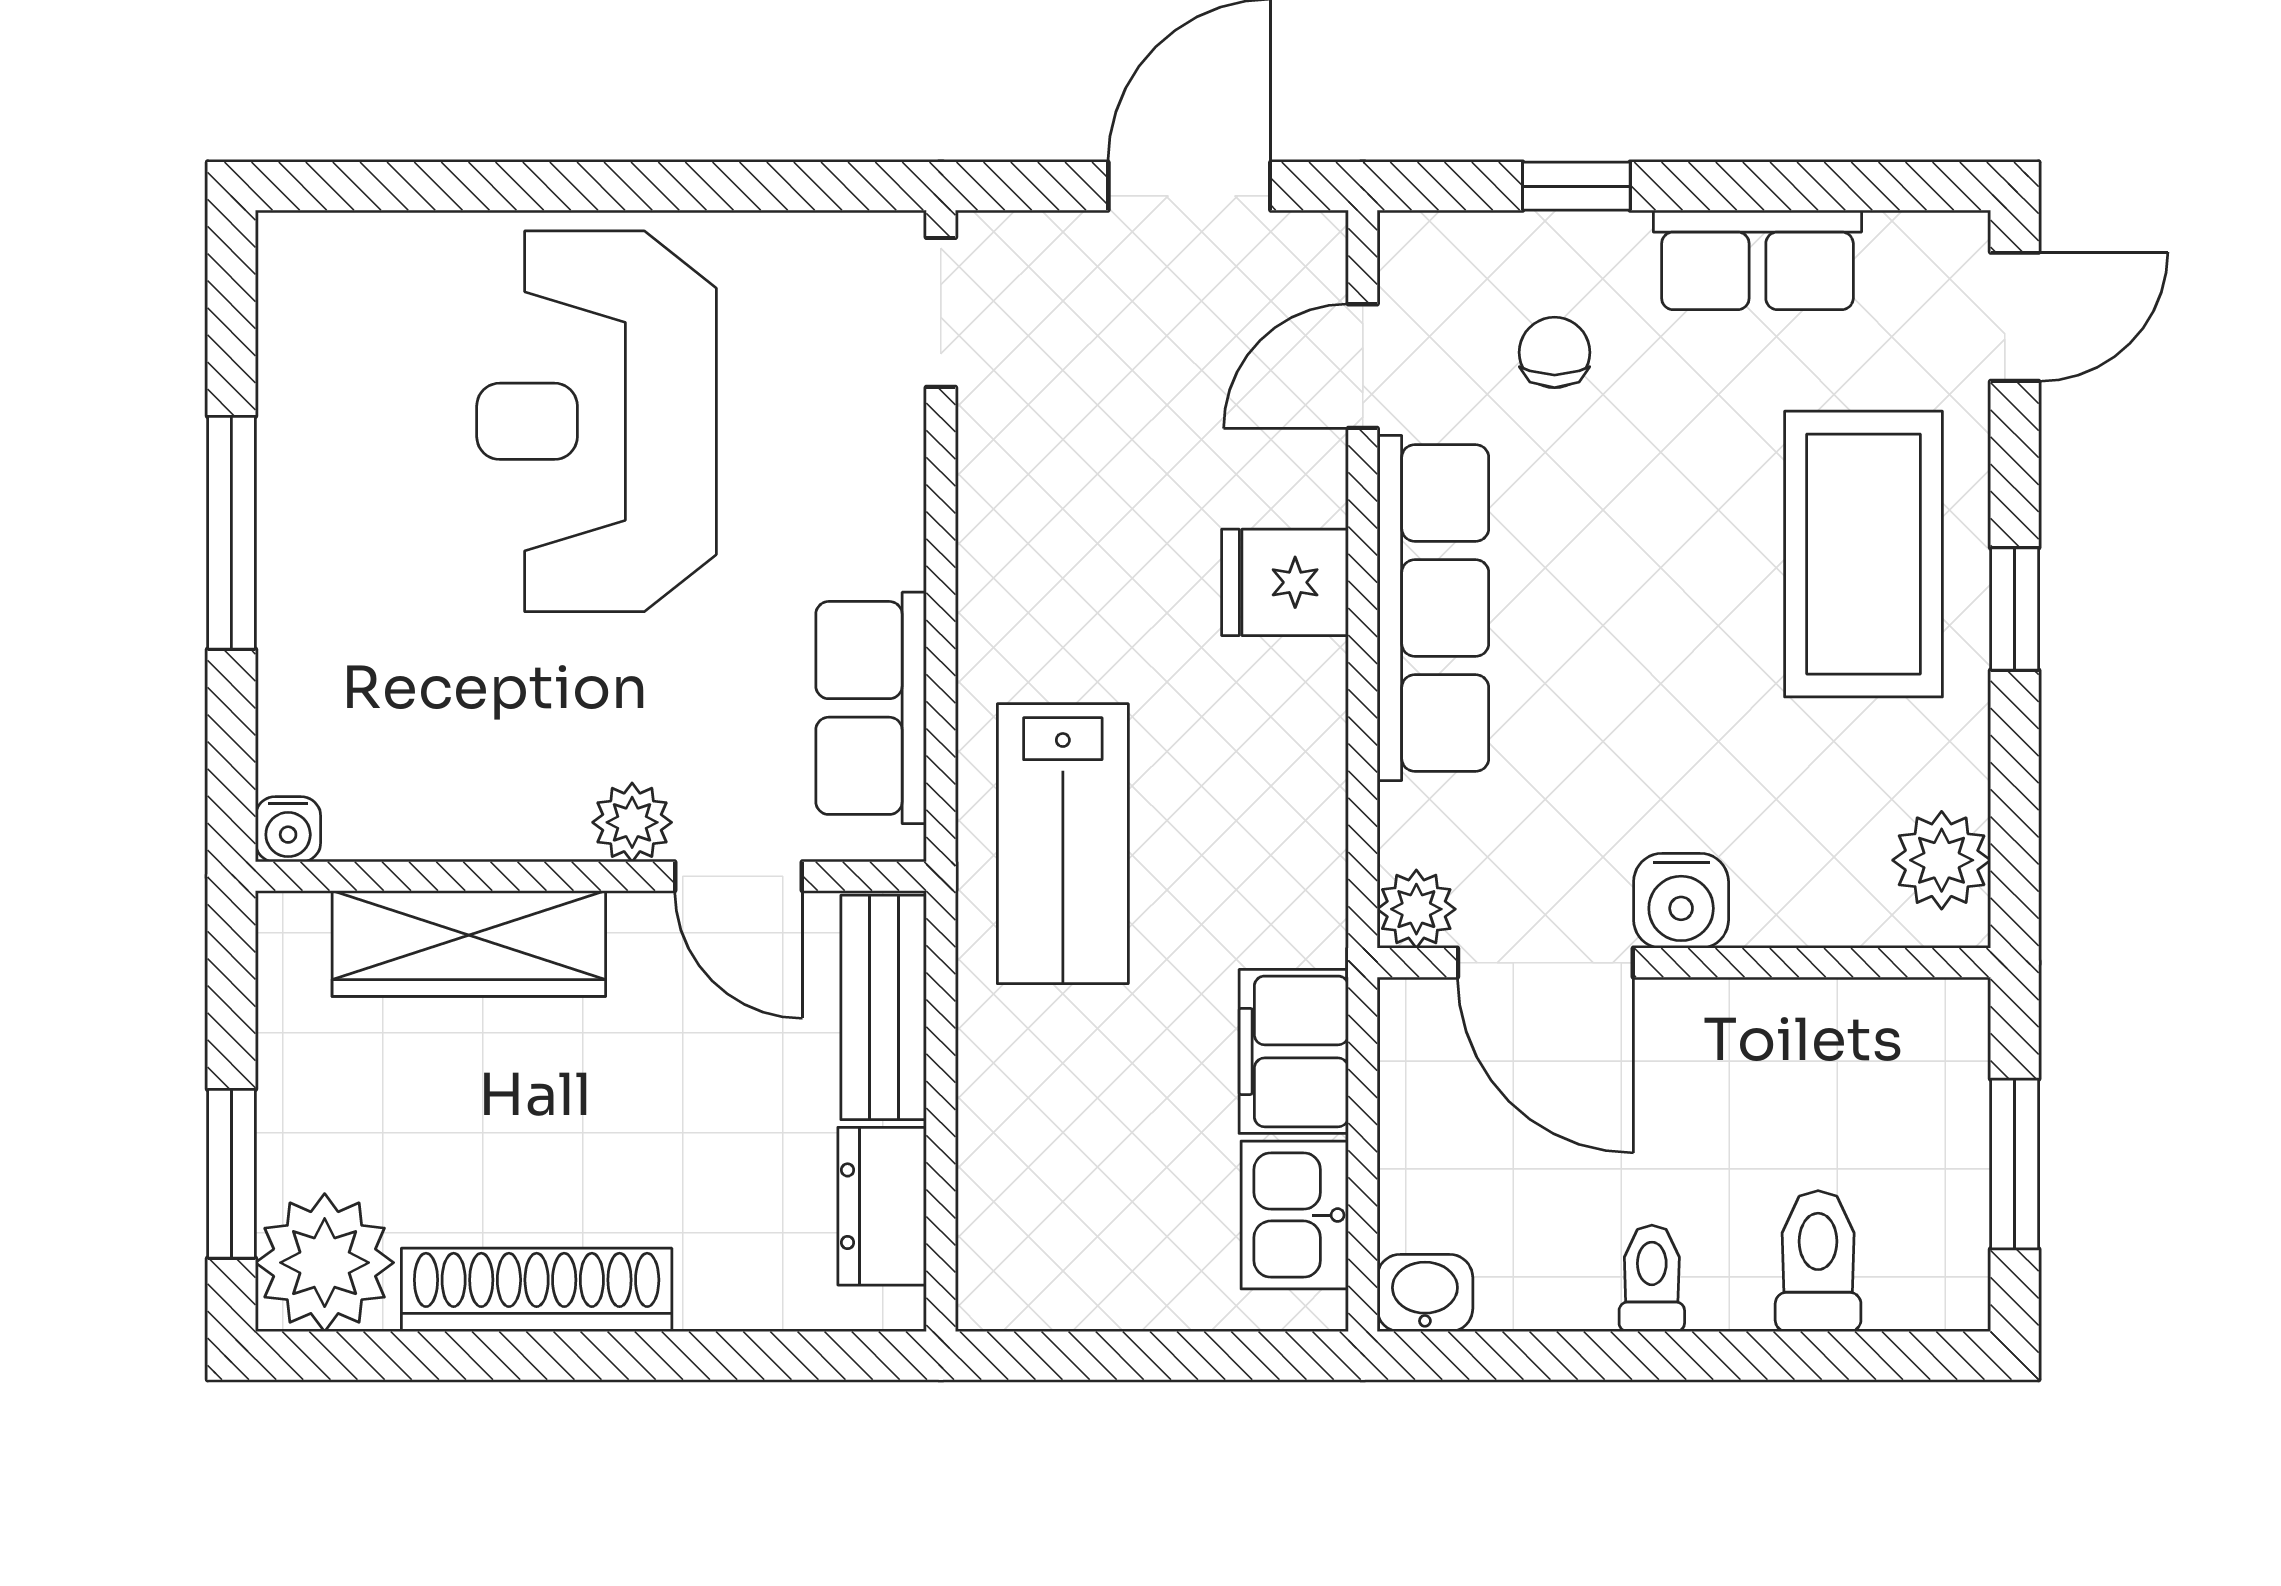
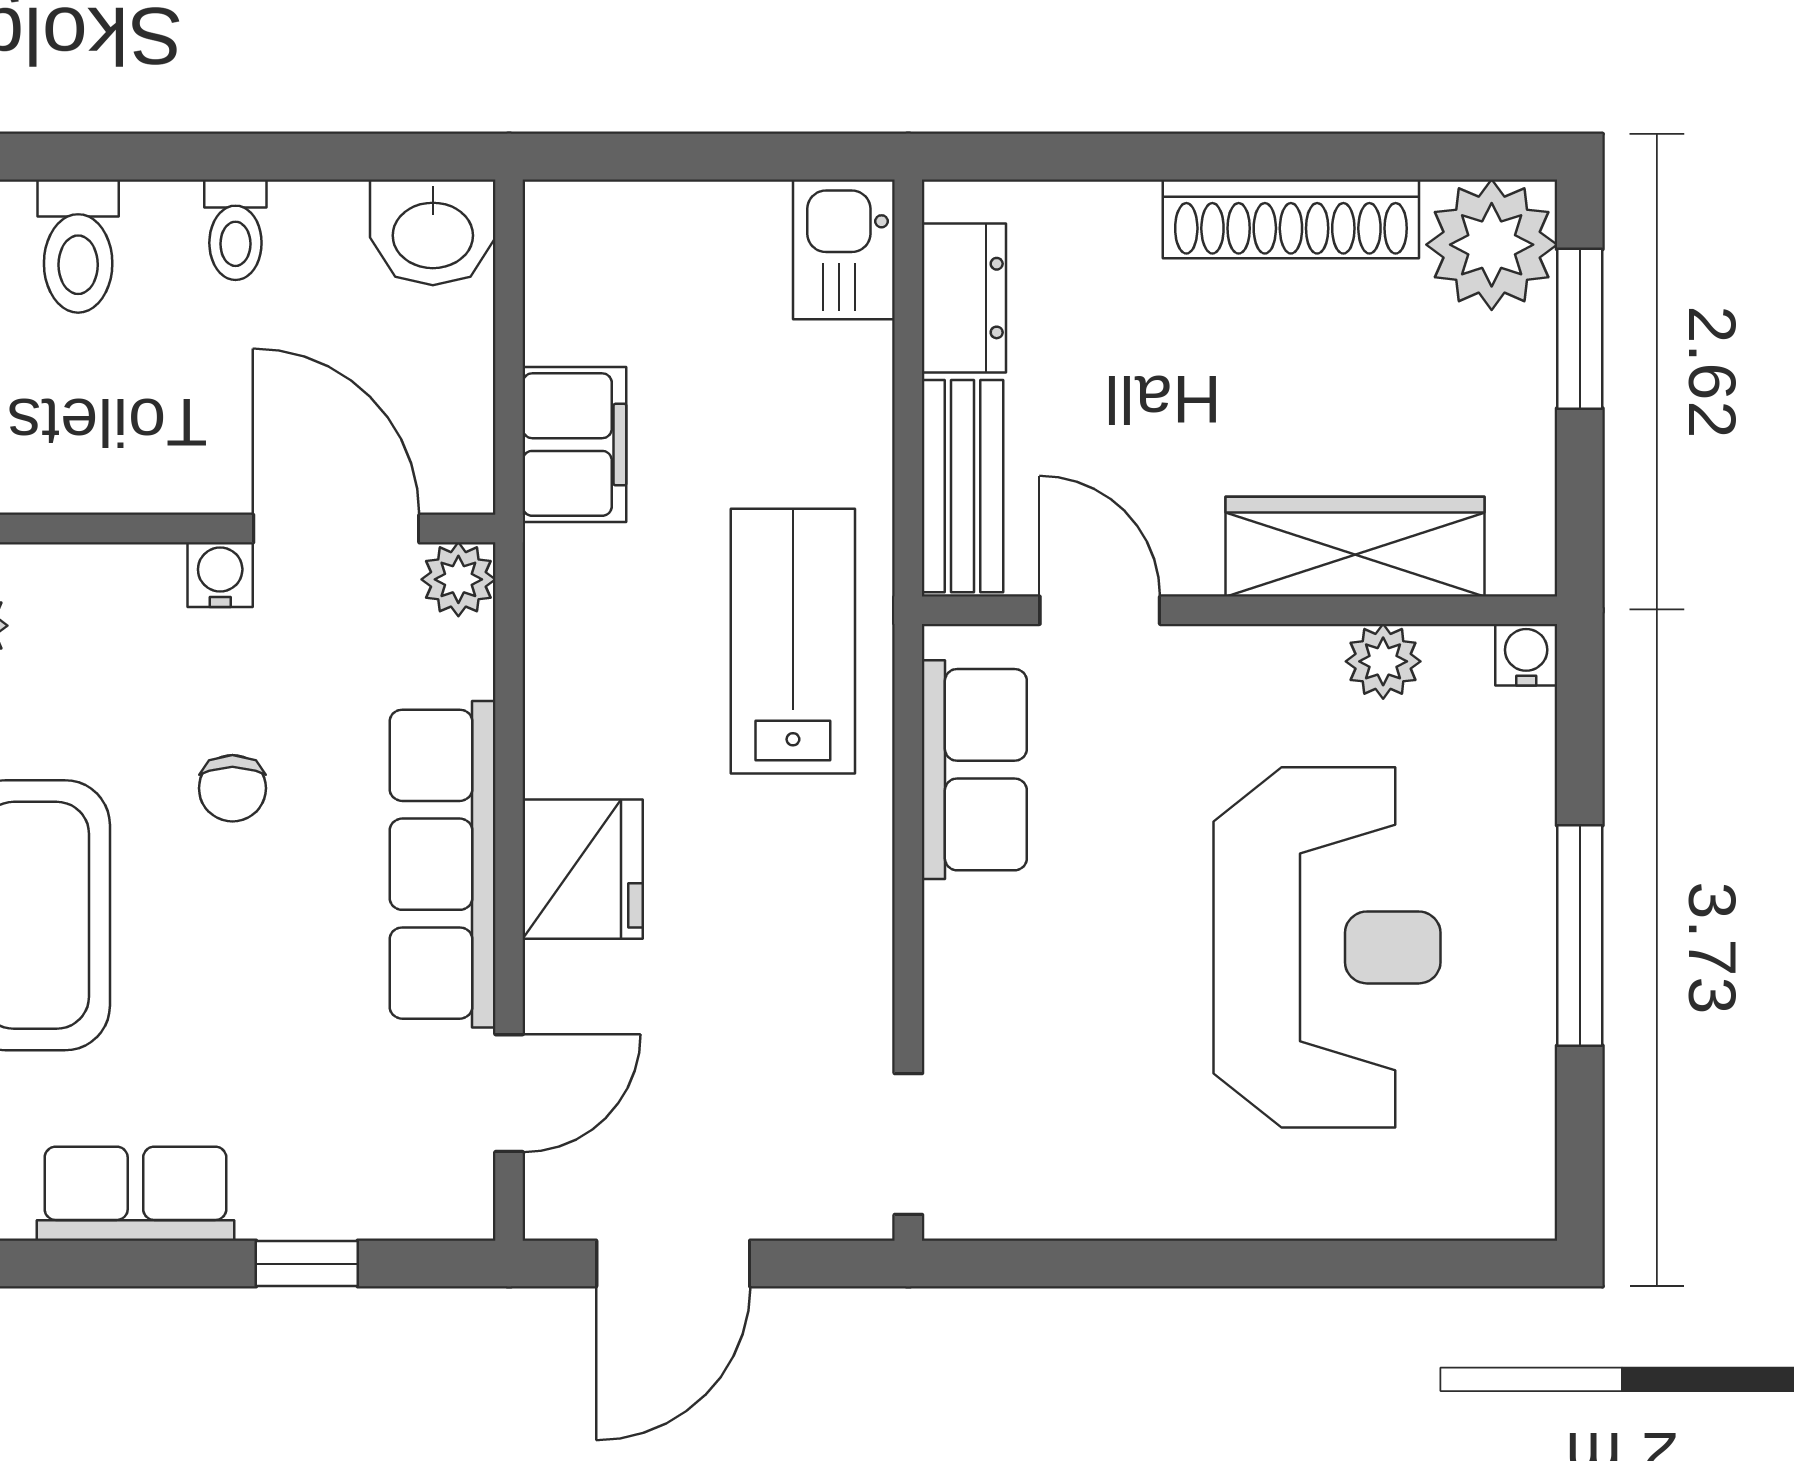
chair: (1555, 352) -> (232, 788), moved
reception desk: (597, 421) -> (1327, 947), moved
fridge: (1285, 582) -> (583, 869), width x1.38
plant: (632, 822) -> (1383, 661), moved
water cooler: (1681, 901) -> (220, 575), width x0.72, depth x0.72
kitchen sink: (1295, 1215) -> (844, 249), moved, turned 180
washbasin: (1425, 1293) -> (433, 232), width x1.38, depth x1.45

